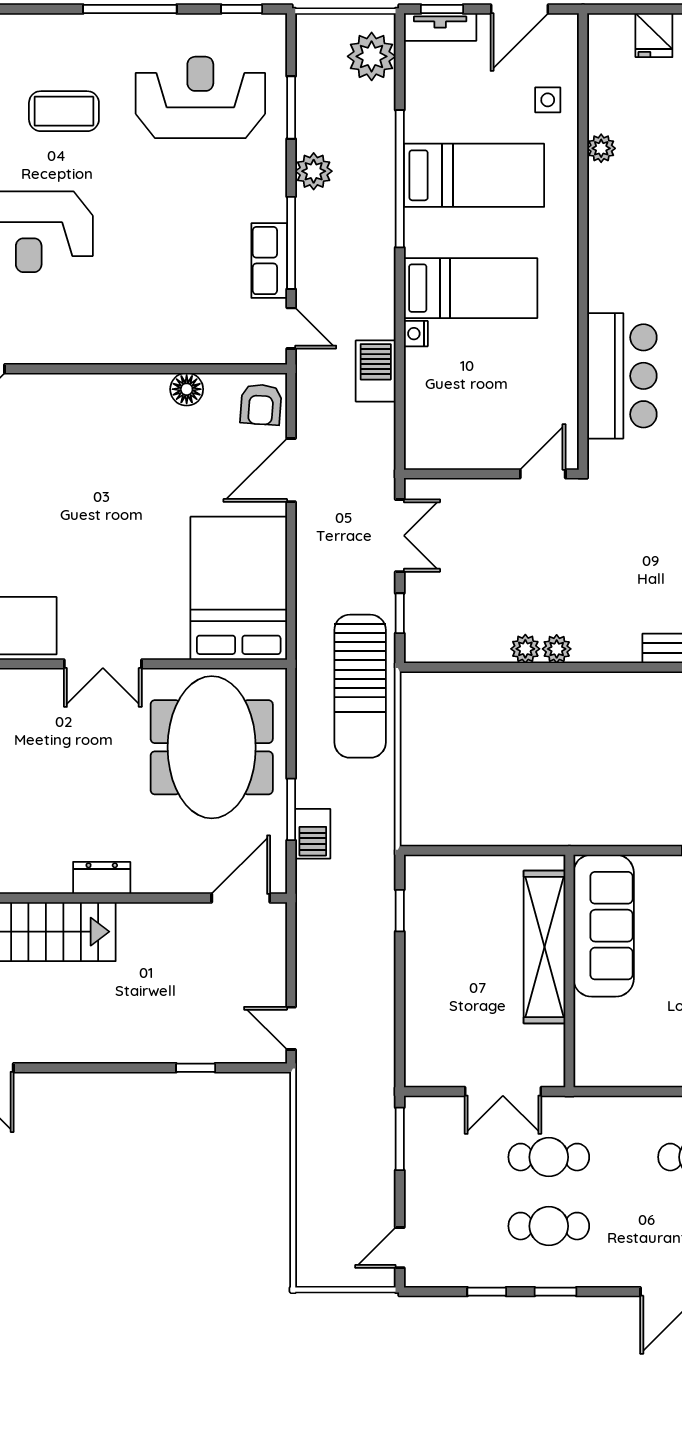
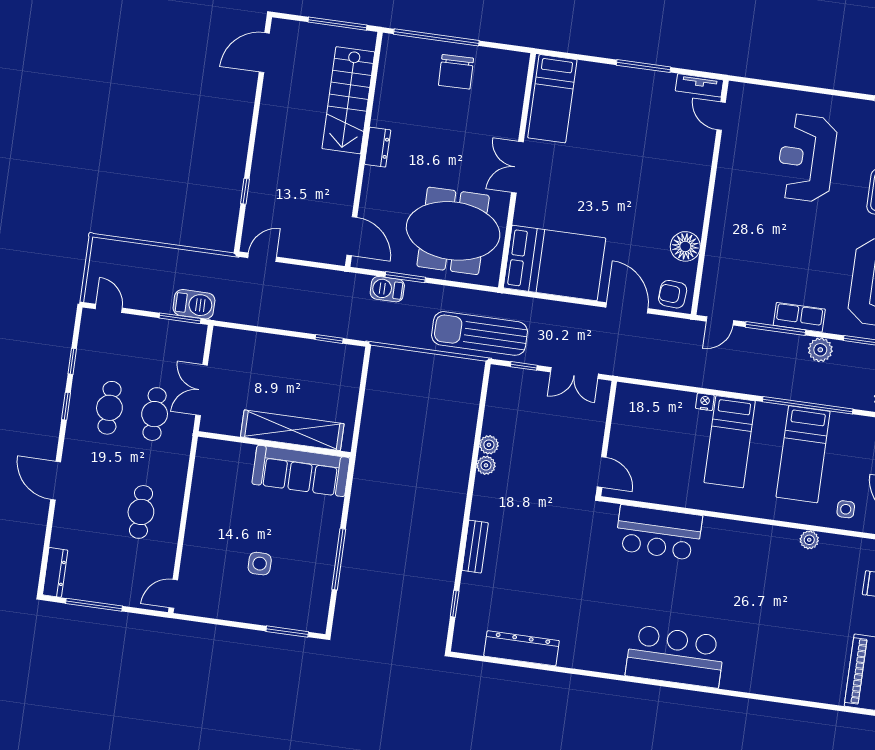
row of seats: (269, 261) -> (799, 317), moved
barbecue: (376, 371) -> (194, 304), moved
floor lamp: (187, 389) -> (685, 246), width x1.38, depth x1.38

